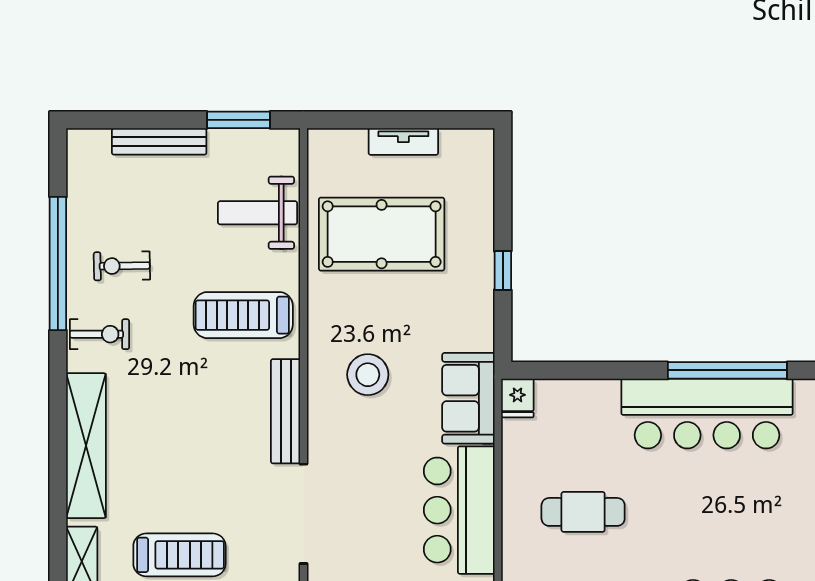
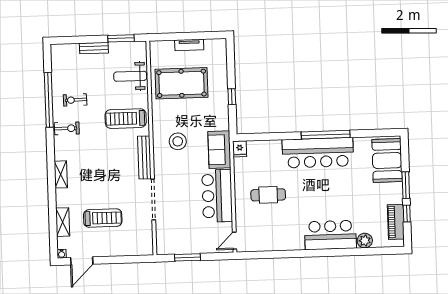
bench: (159, 141) -> (94, 48), width x0.73
shelving: (86, 446) -> (61, 174), width x0.45, depth x0.75

